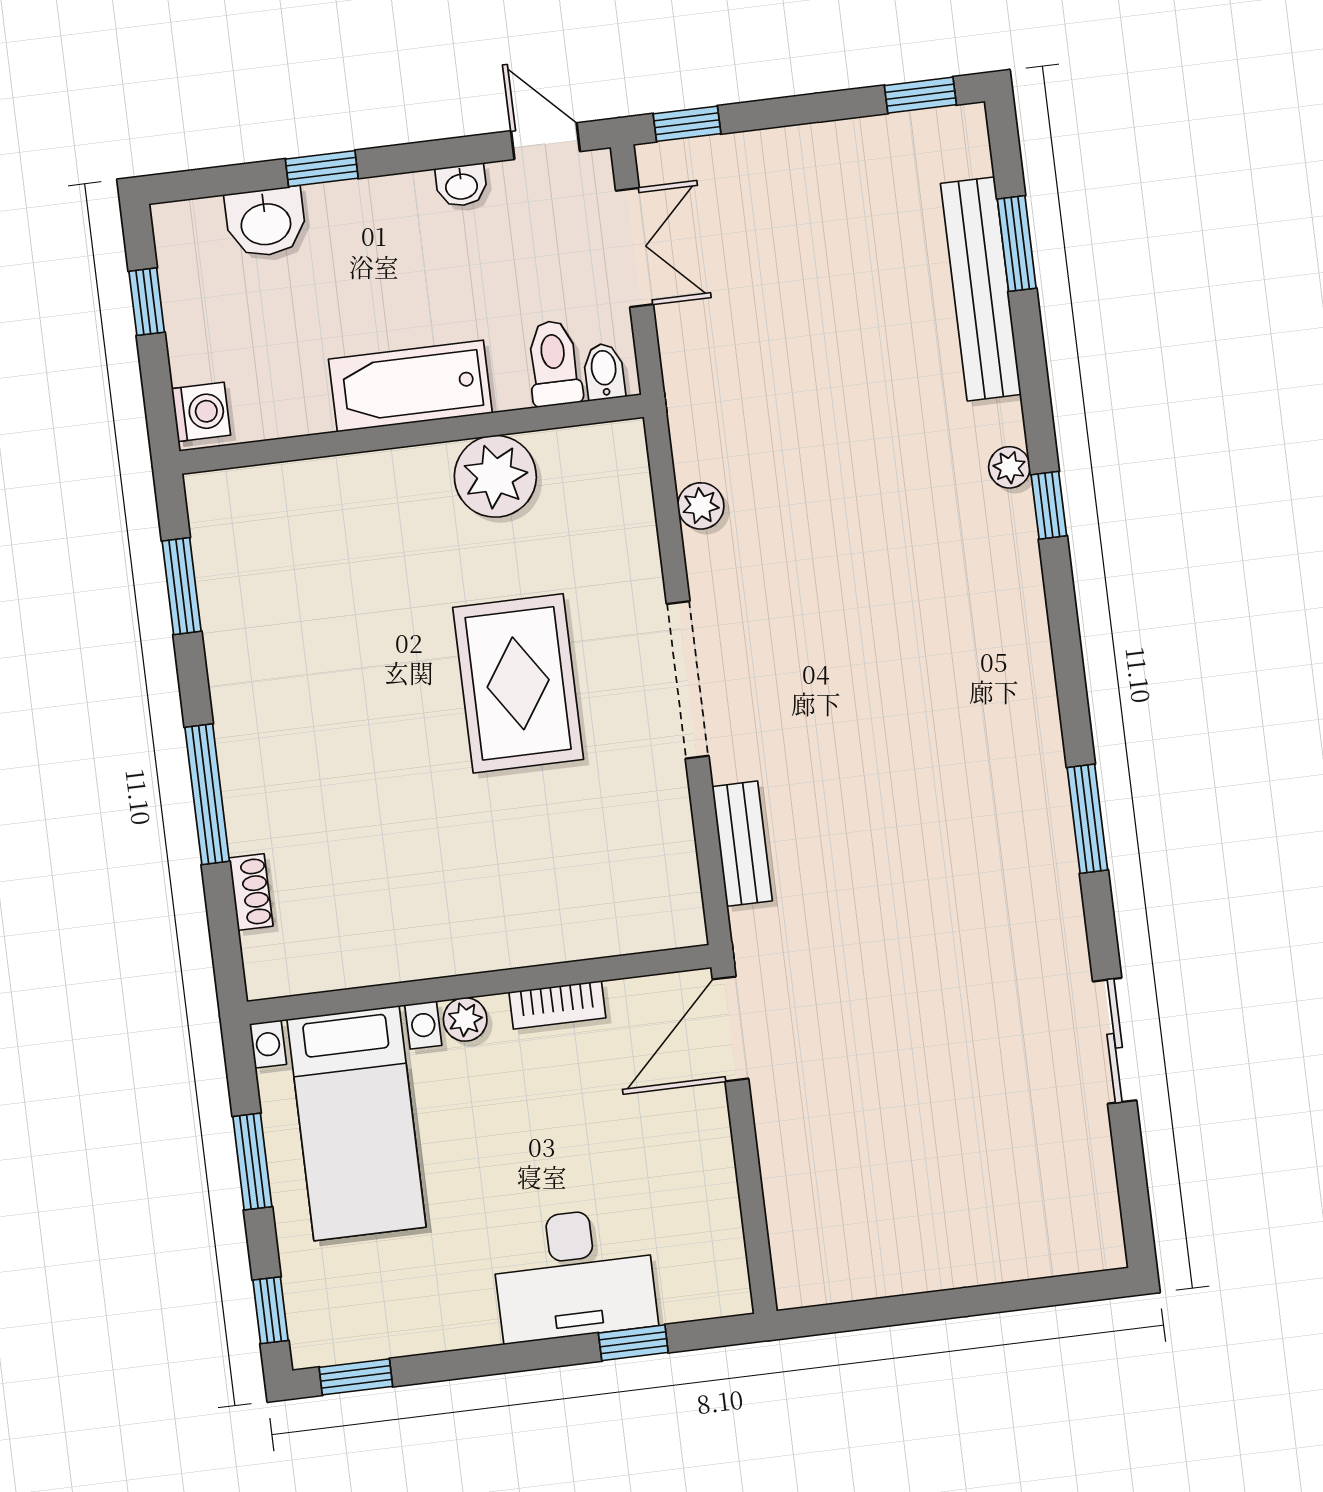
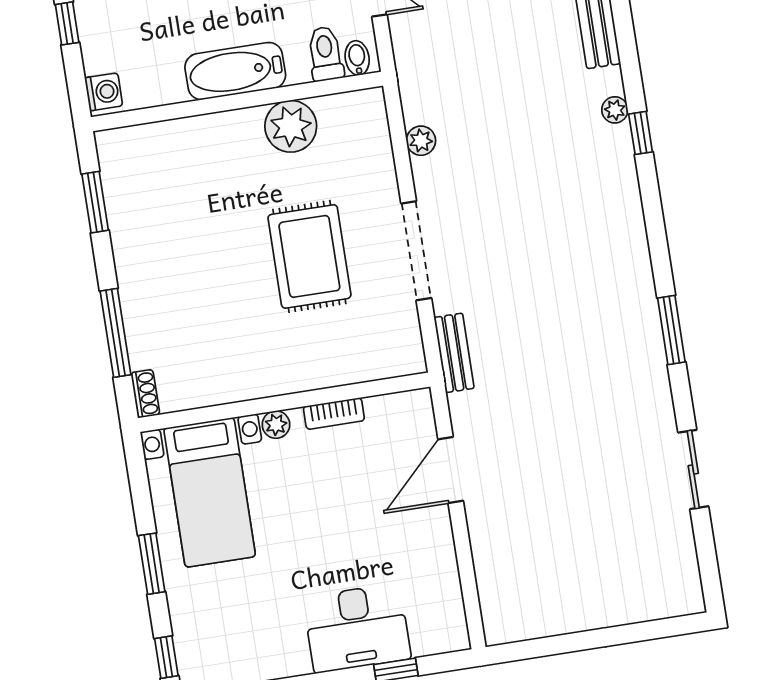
wall: (479, 985) -> (284, 402), moved
bookcase: (557, 1005) -> (334, 414), moved
plant: (465, 1019) -> (276, 425), moved
bed with nightstands: (357, 1123) -> (210, 492), moved

